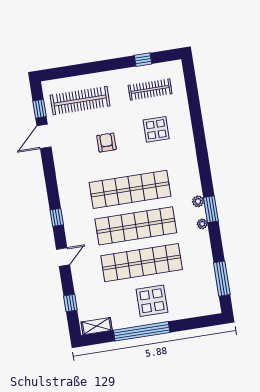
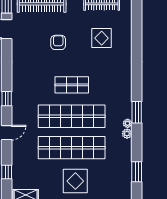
shop shelf: (130, 189) -> (72, 85), width x0.50, depth x0.74
plant: (198, 201) -> (127, 134), moved
window: (222, 279) -> (137, 172), width x0.69

